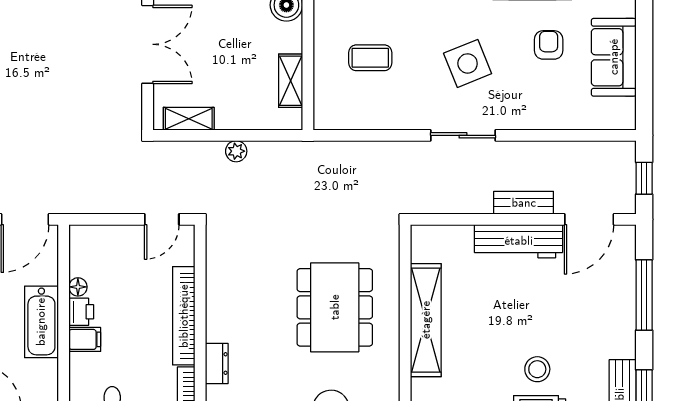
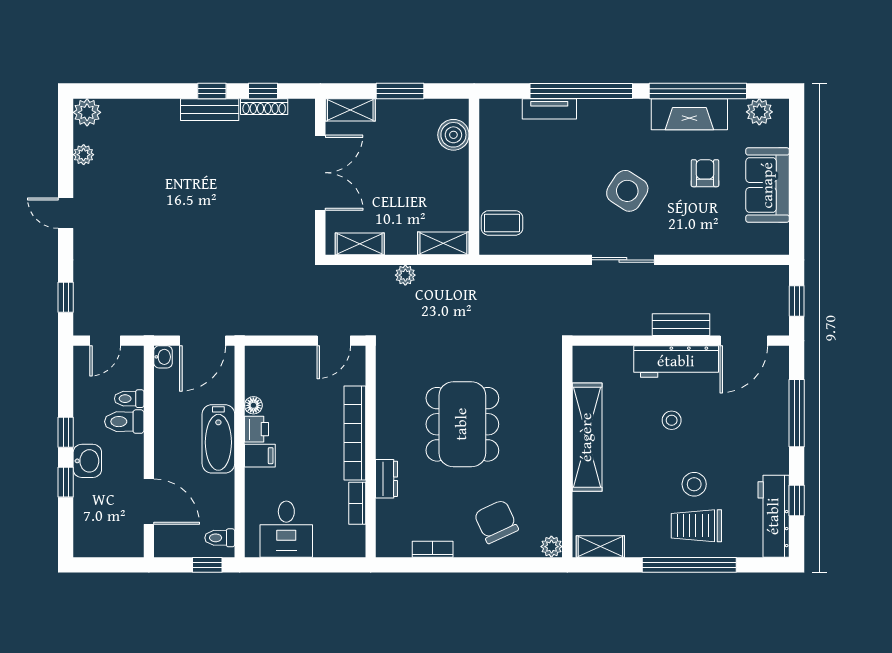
coffee table: (370, 58) -> (502, 223), moved
side table: (468, 63) -> (627, 191), turned -35
shelving: (291, 81) -> (443, 243), moved, turned 90
stool: (514, 302) -> (672, 420), added
dining table: (335, 307) -> (462, 424), moved

